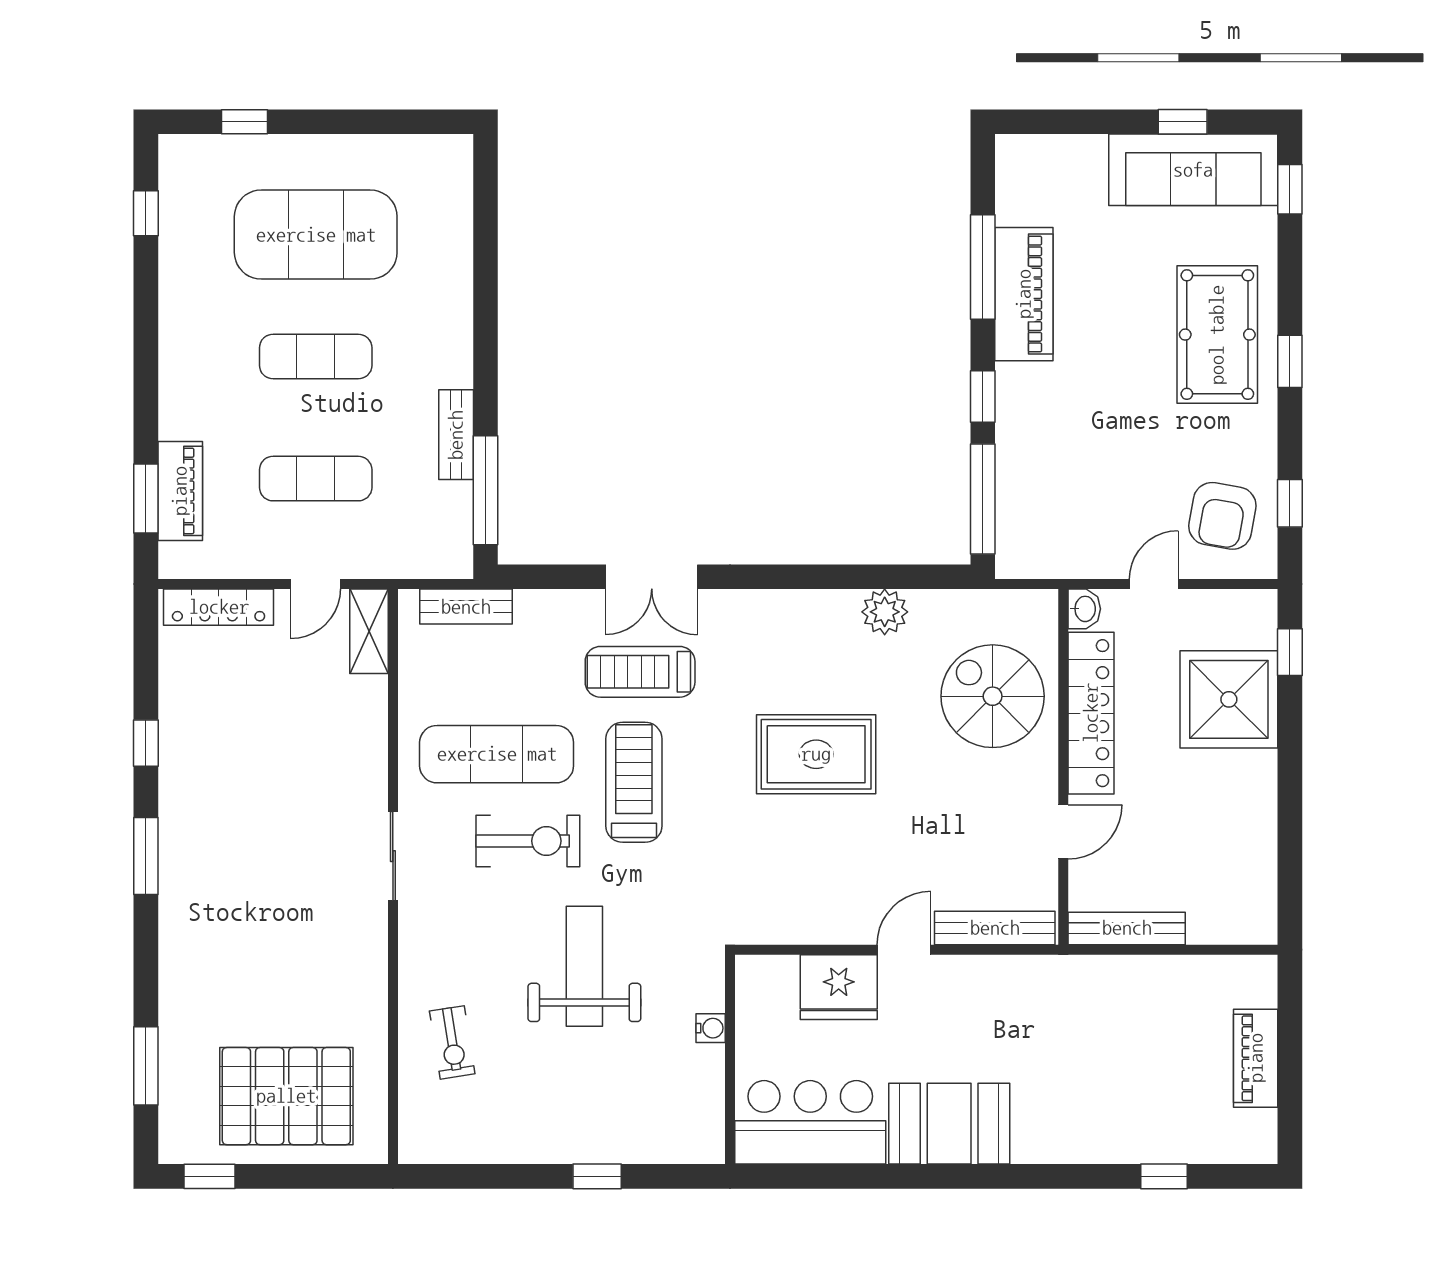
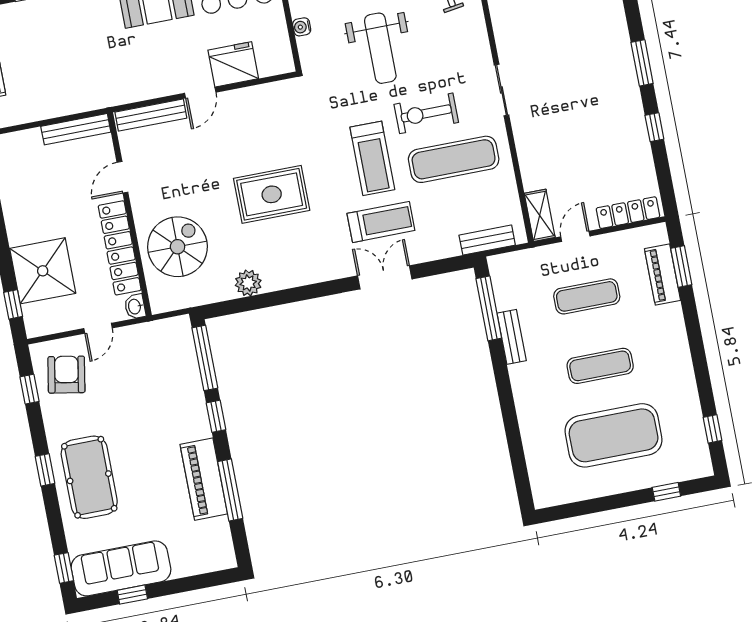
spiral stairs: (993, 696) -> (178, 247), turned -90

